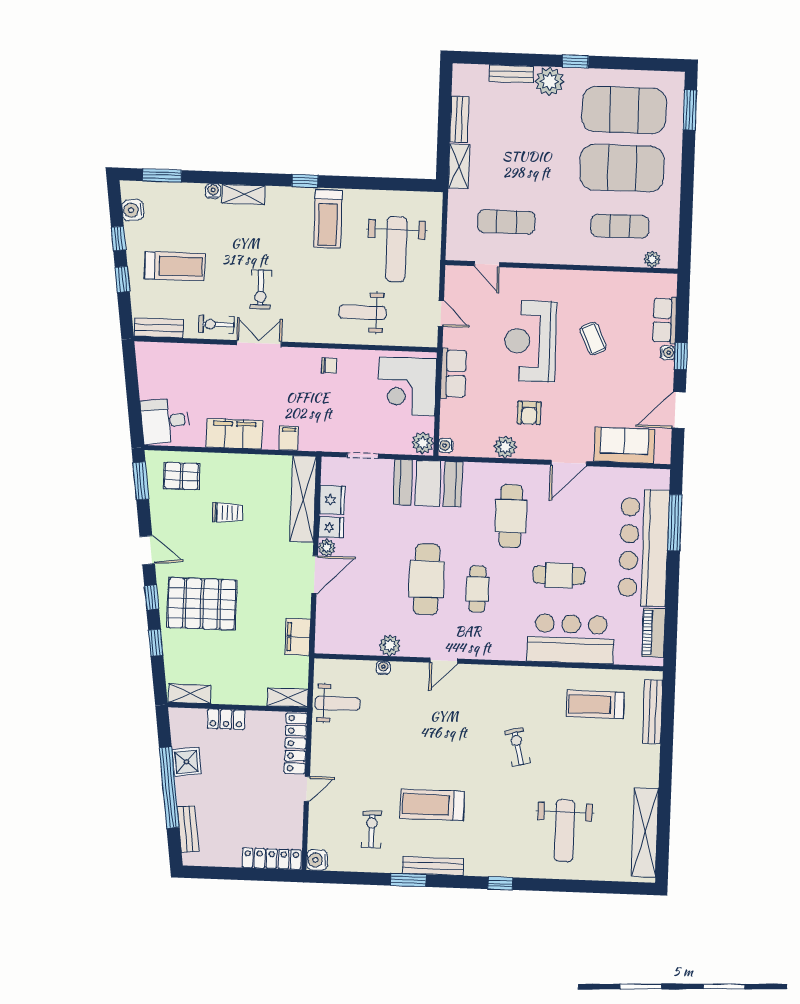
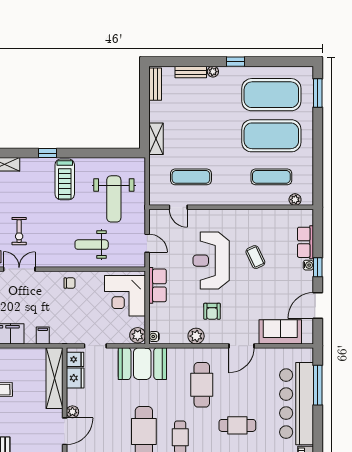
plant: (549, 81) -> (213, 72), width x0.53, depth x0.53
bench: (459, 119) -> (155, 84), moved
fridge: (331, 527) -> (75, 359), moved

